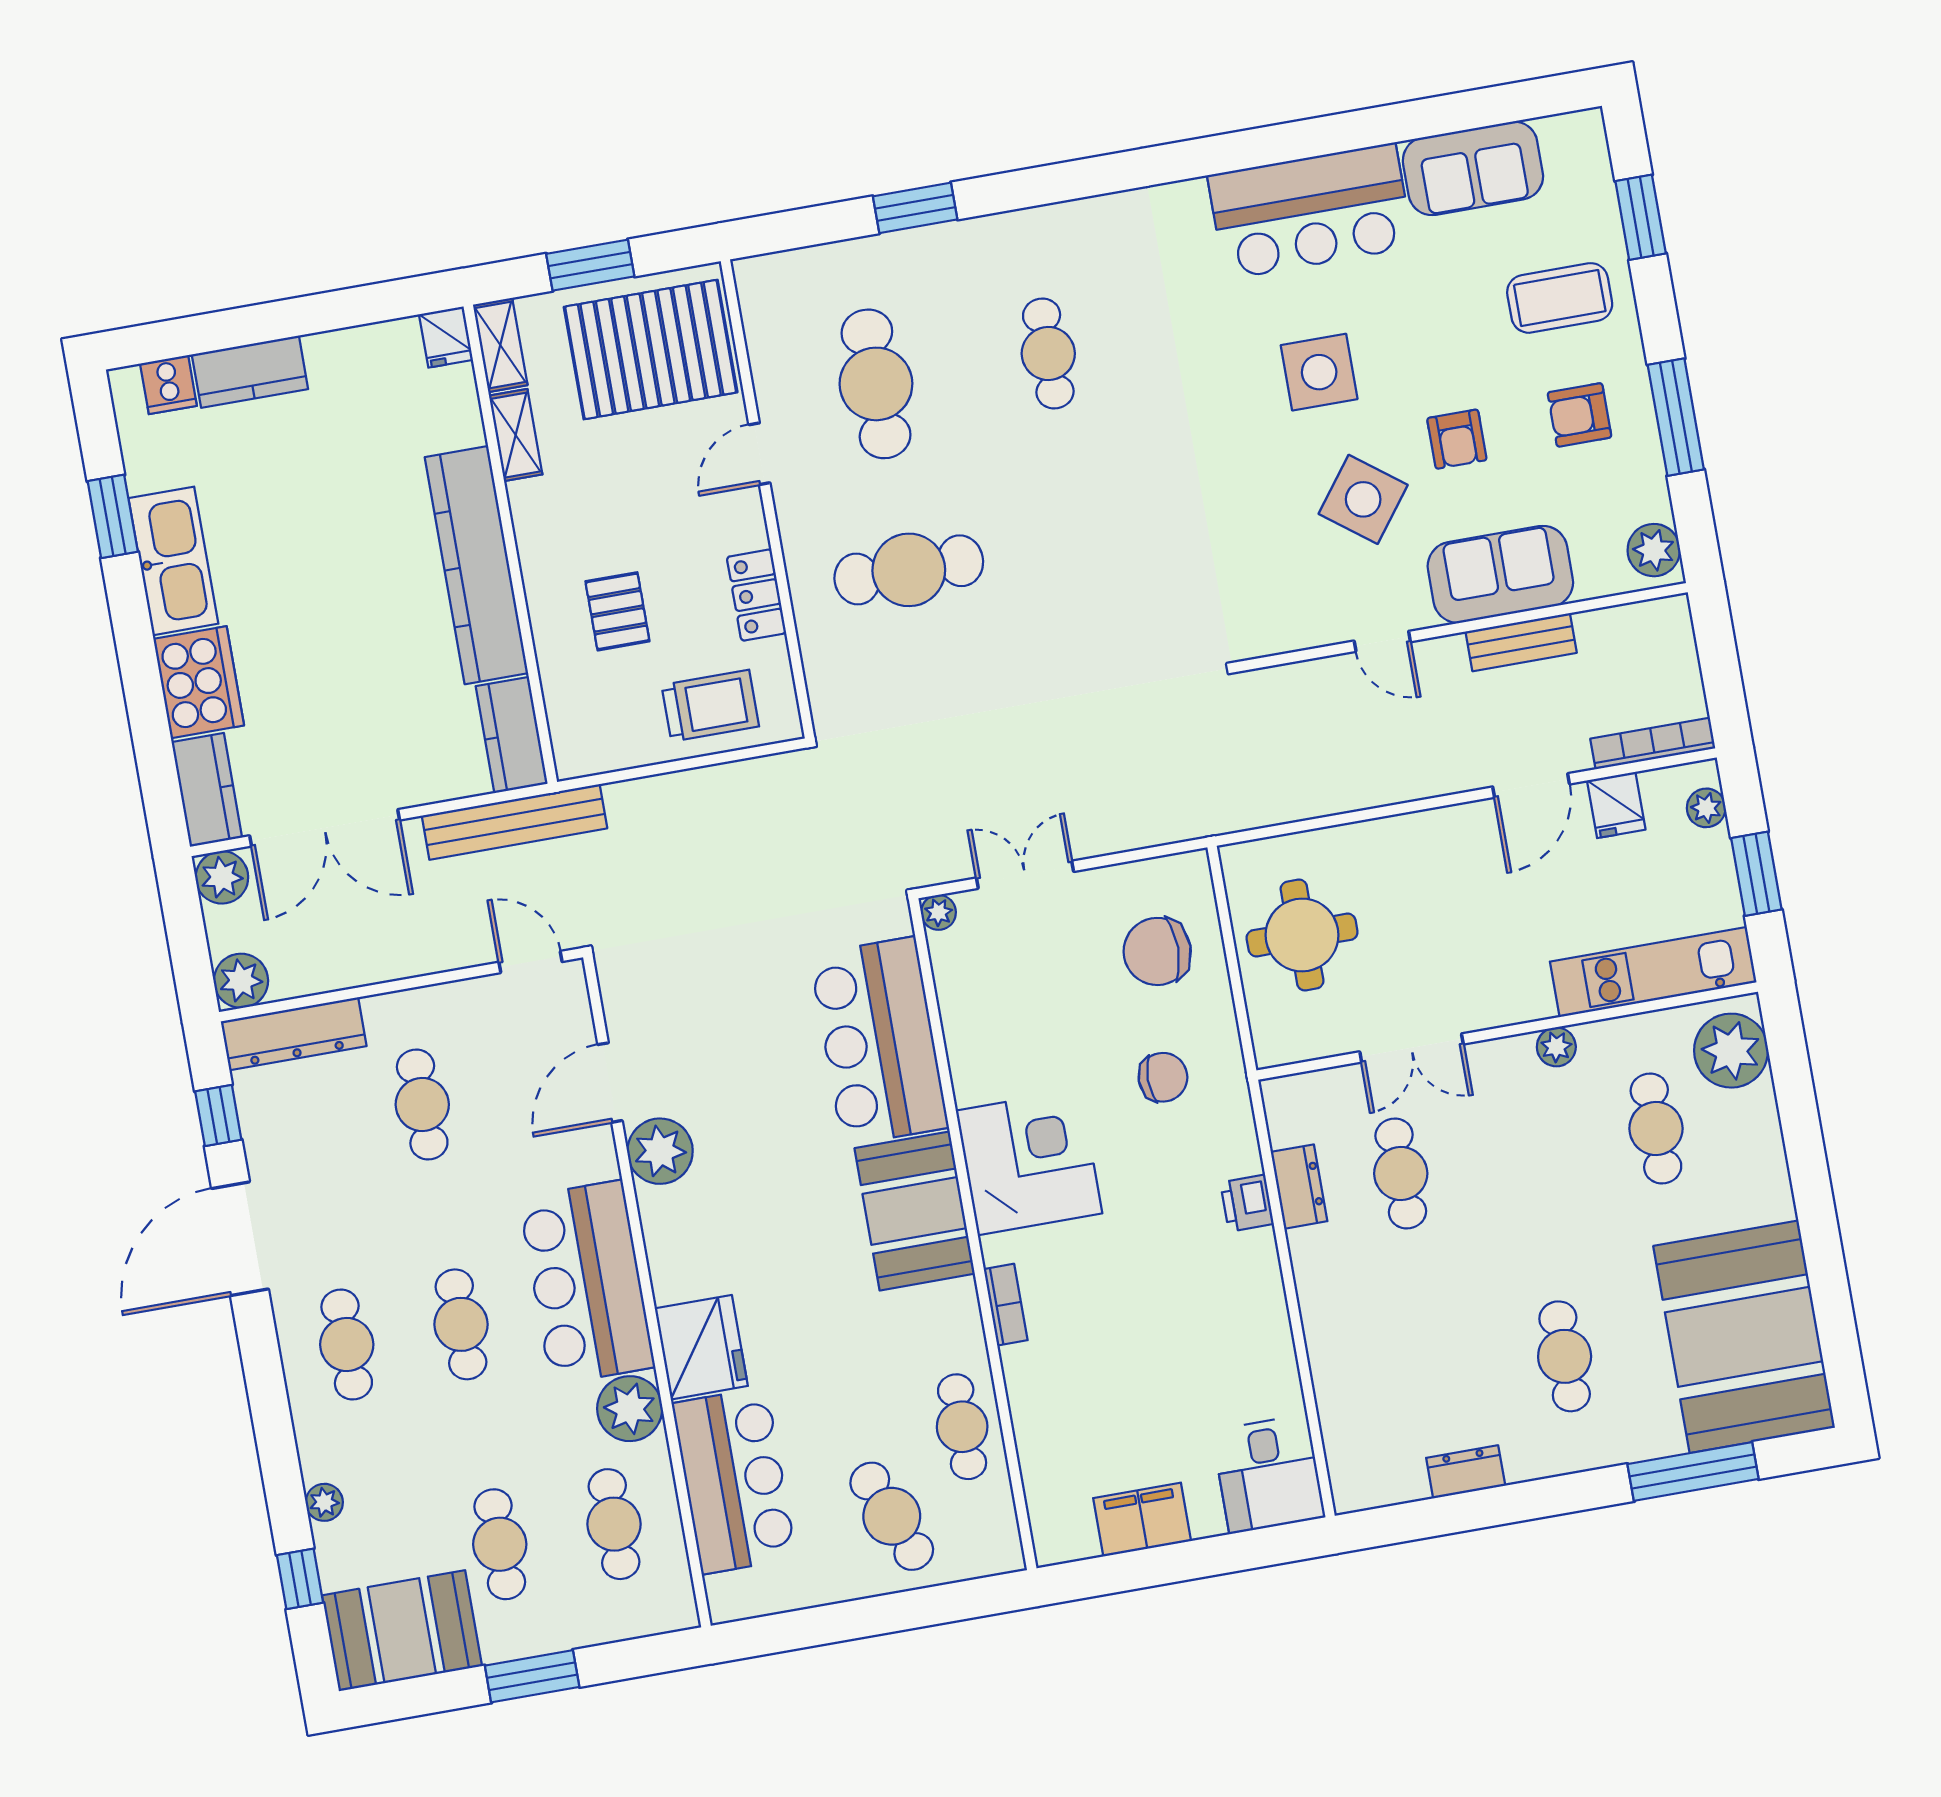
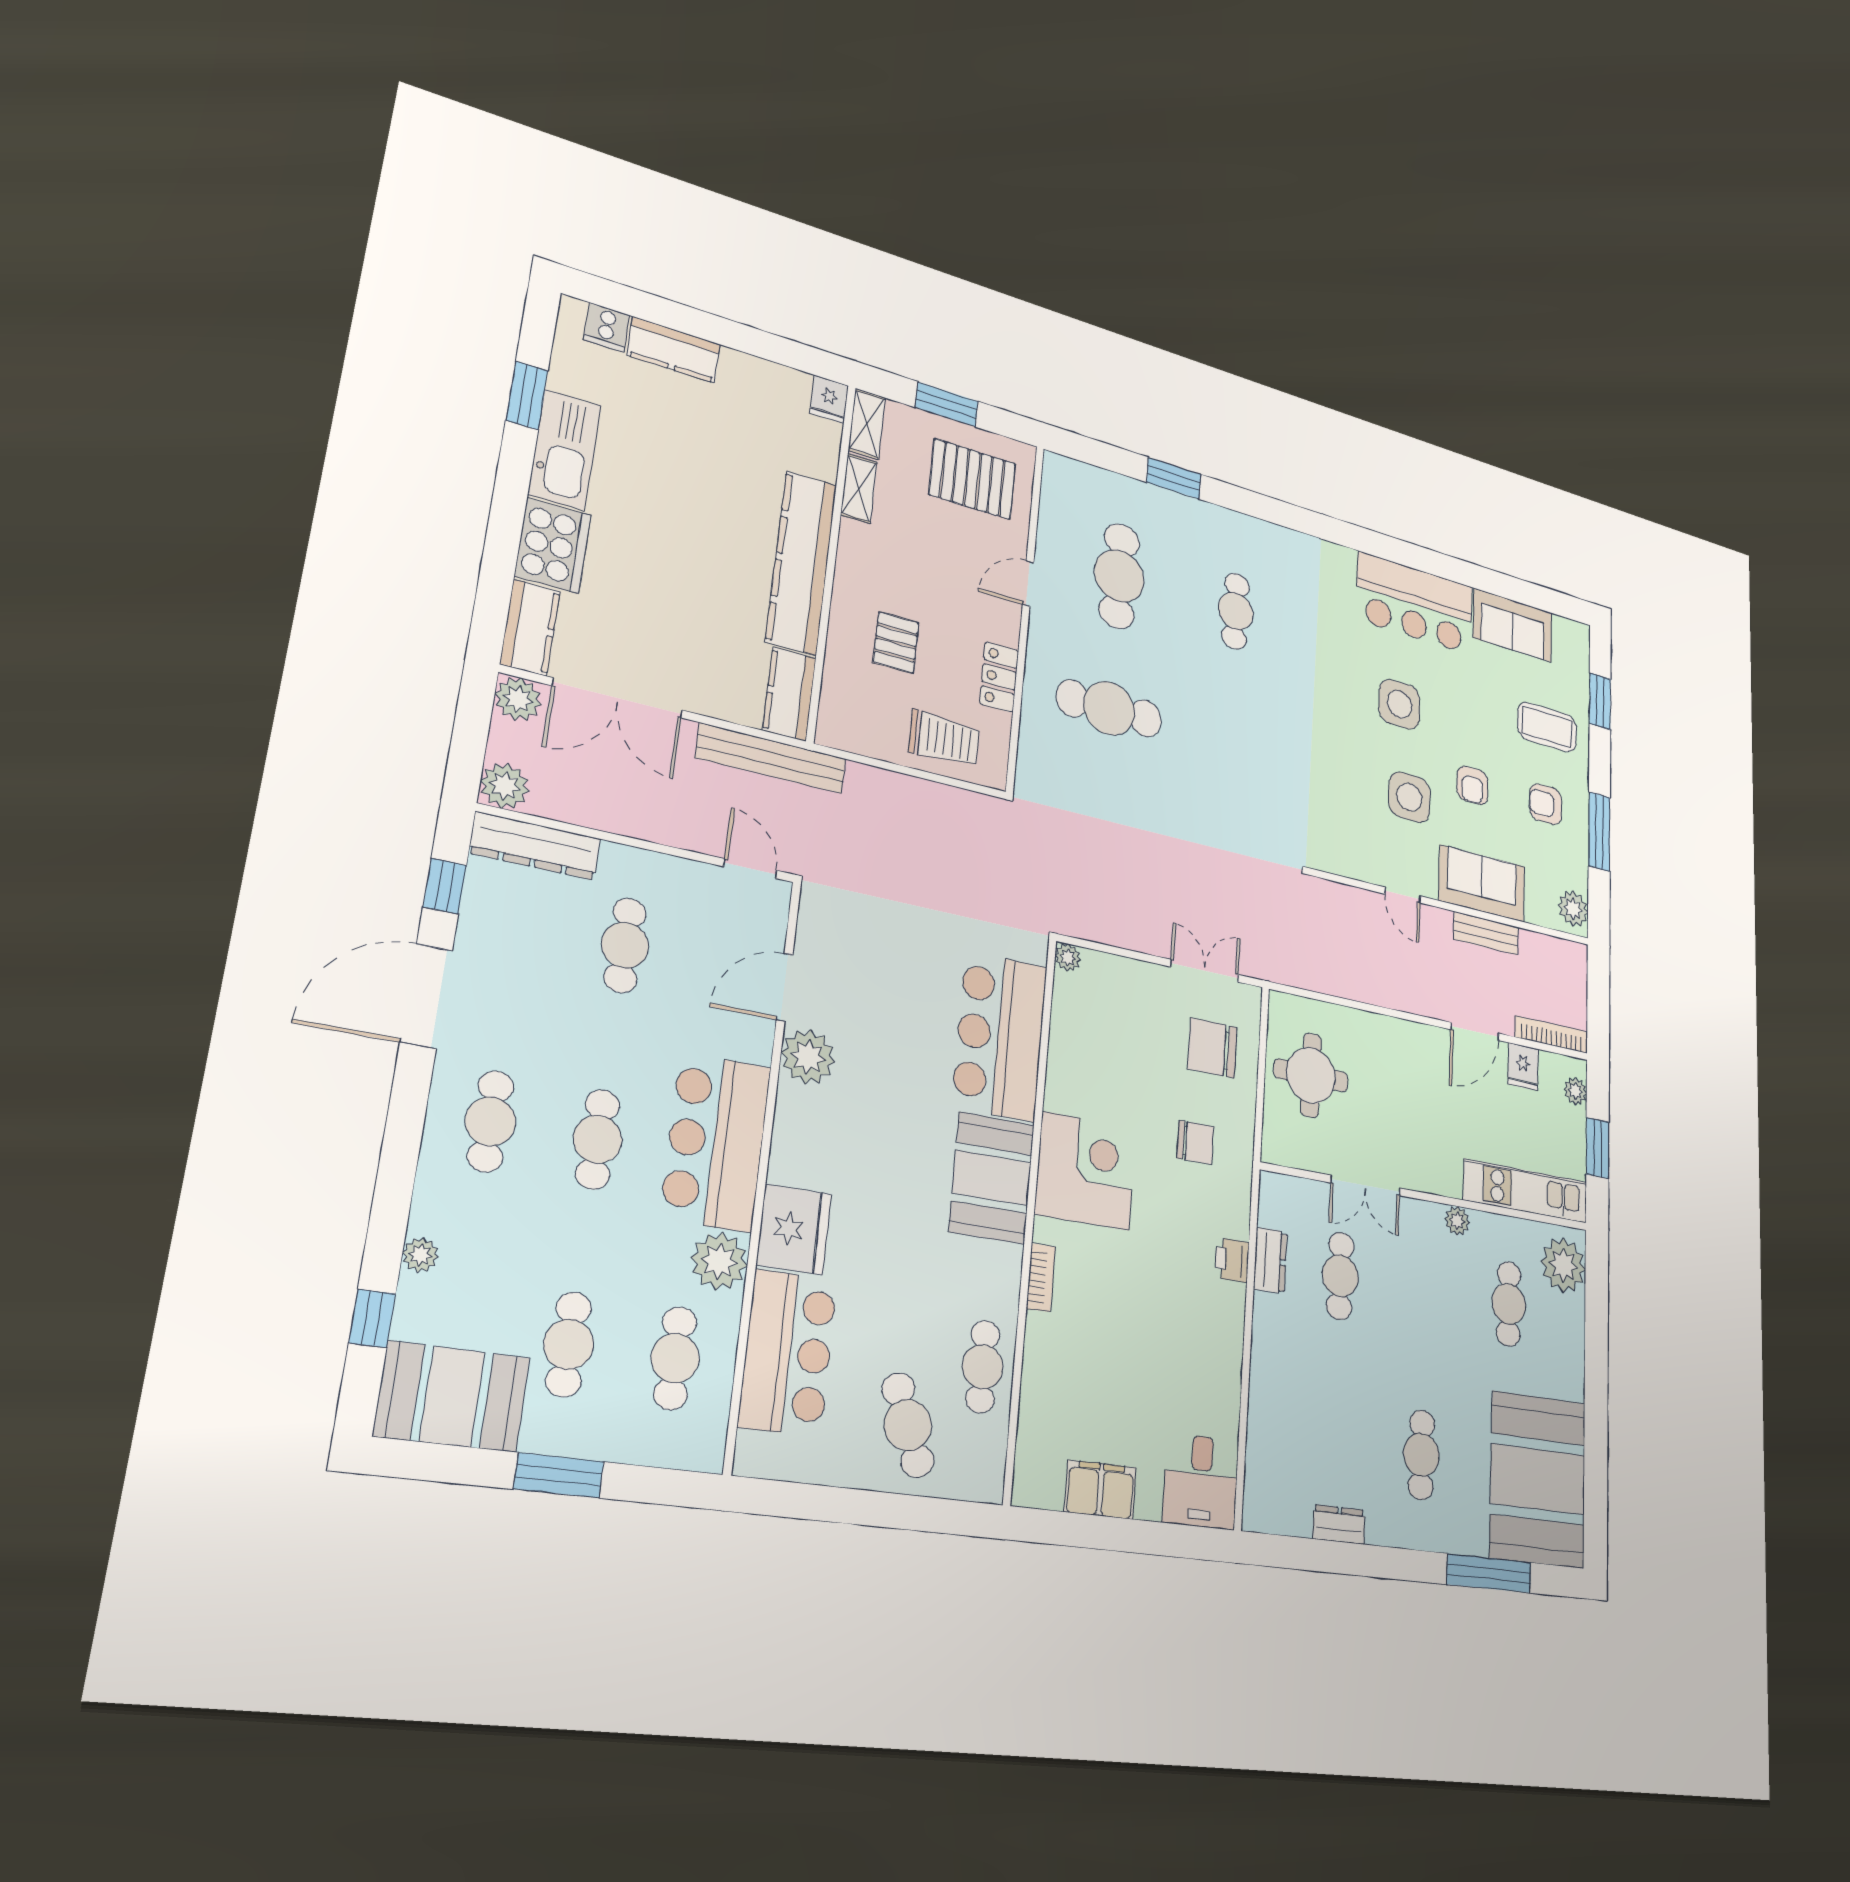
pallet: (651, 350) -> (972, 479), width x0.73, depth x0.71
side table: (1363, 499) -> (1409, 797), turned -37
double door: (1025, 875) -> (1205, 971), moved

